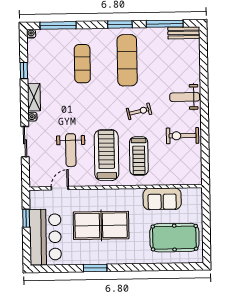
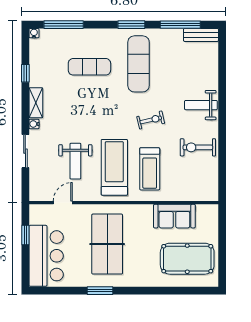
exercise mat: (82, 64) -> (89, 67), turned 90
table tennis table: (101, 225) -> (107, 244), turned 90

